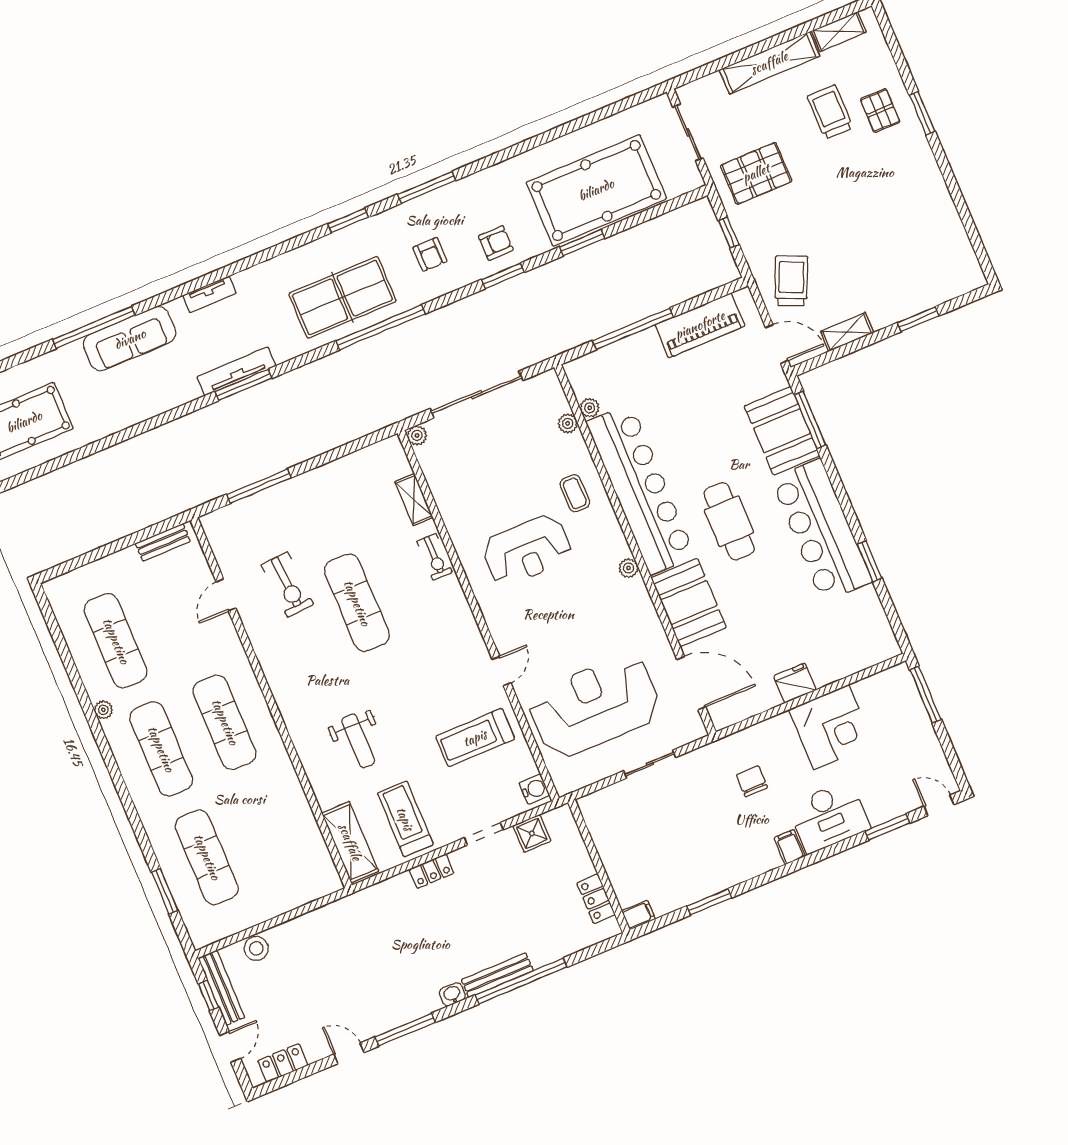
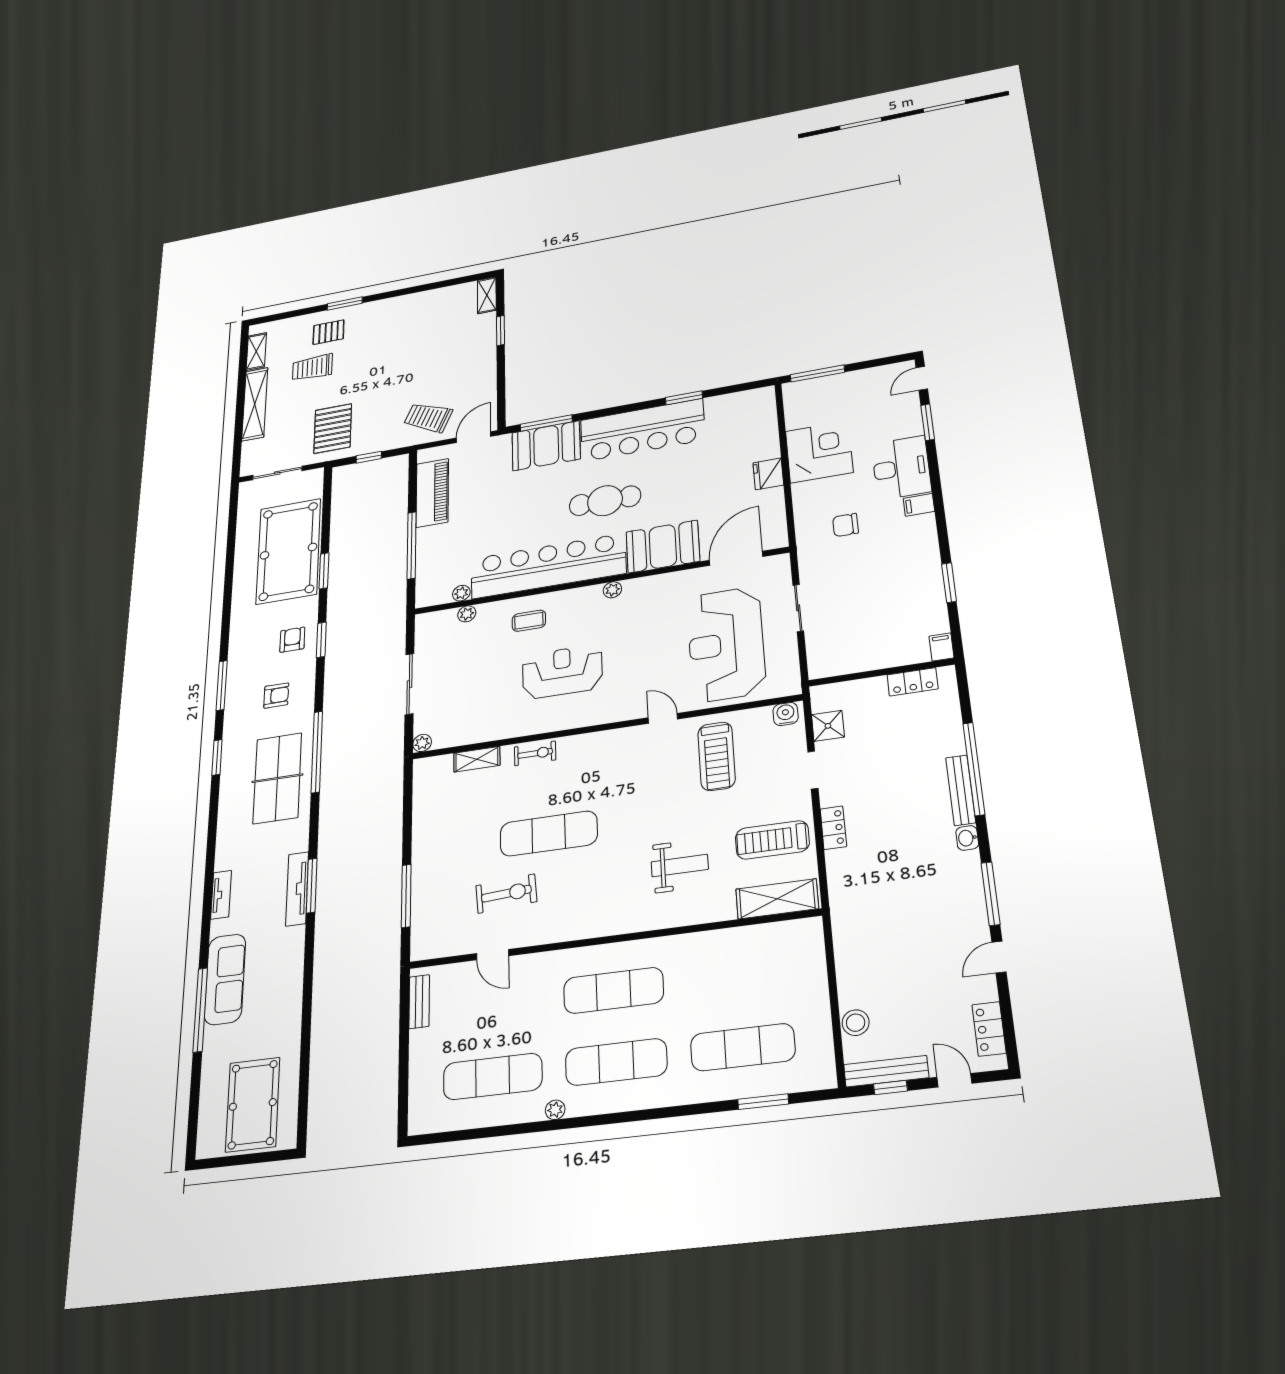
shelving: (847, 332) -> (487, 295), moved
sliding door: (476, 395) -> (409, 684), width x0.73
reception desk: (527, 550) -> (562, 672), turned -90

